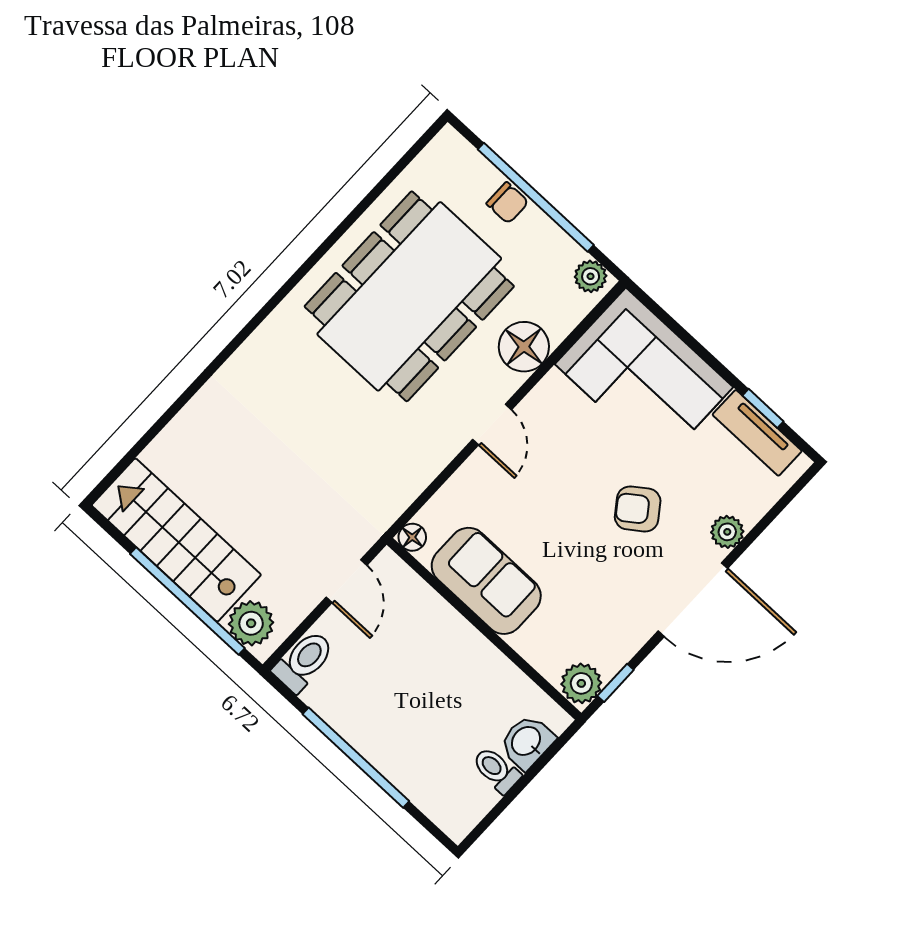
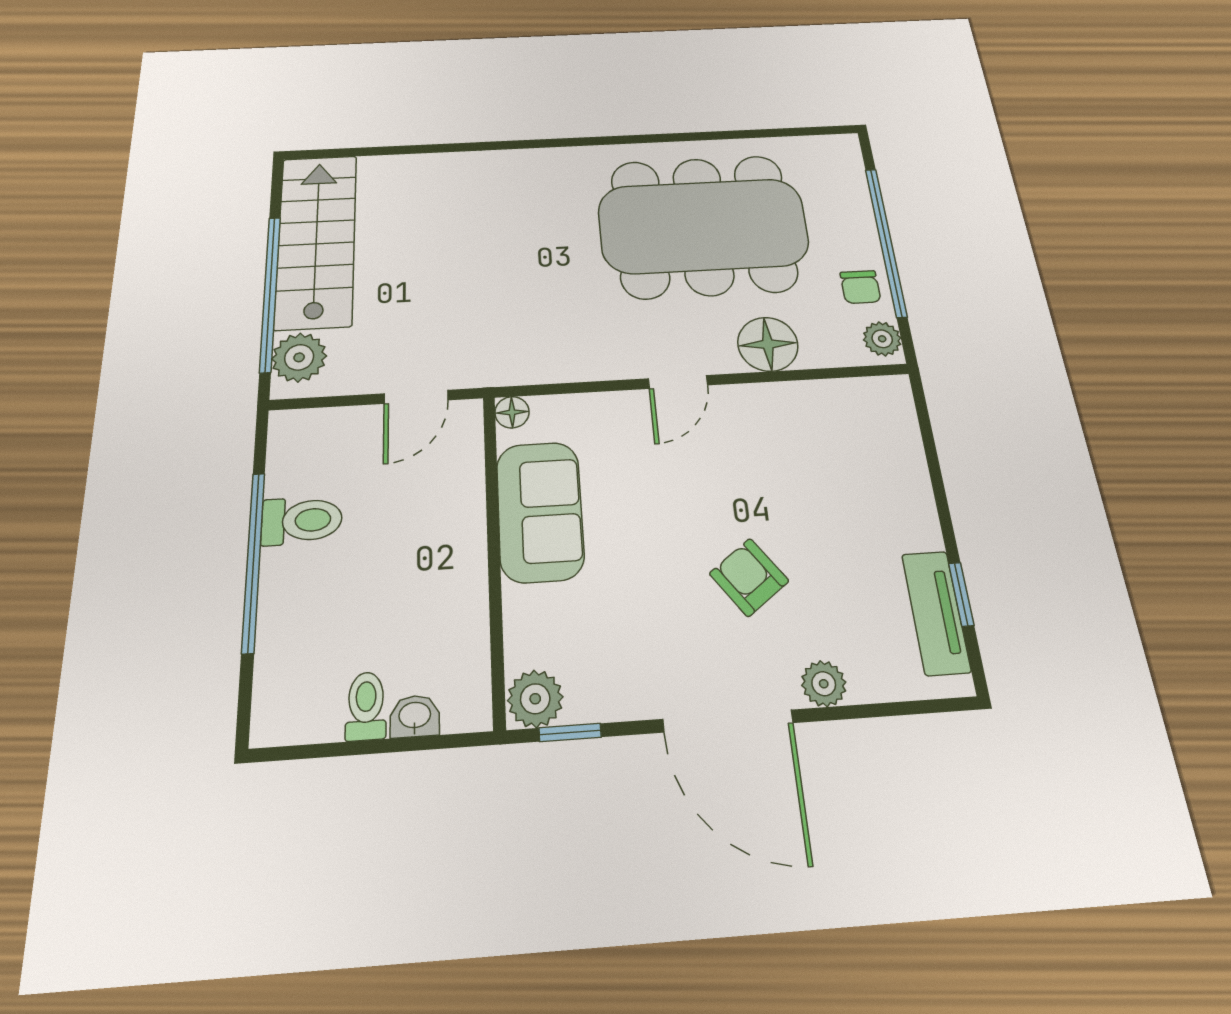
chair: (507, 203) -> (860, 287), moved
corner sofa: (644, 376) -> (862, 462), removed
toilet: (304, 661) -> (302, 521), moved
washbasin: (527, 742) -> (415, 716), width x0.72, depth x0.69

